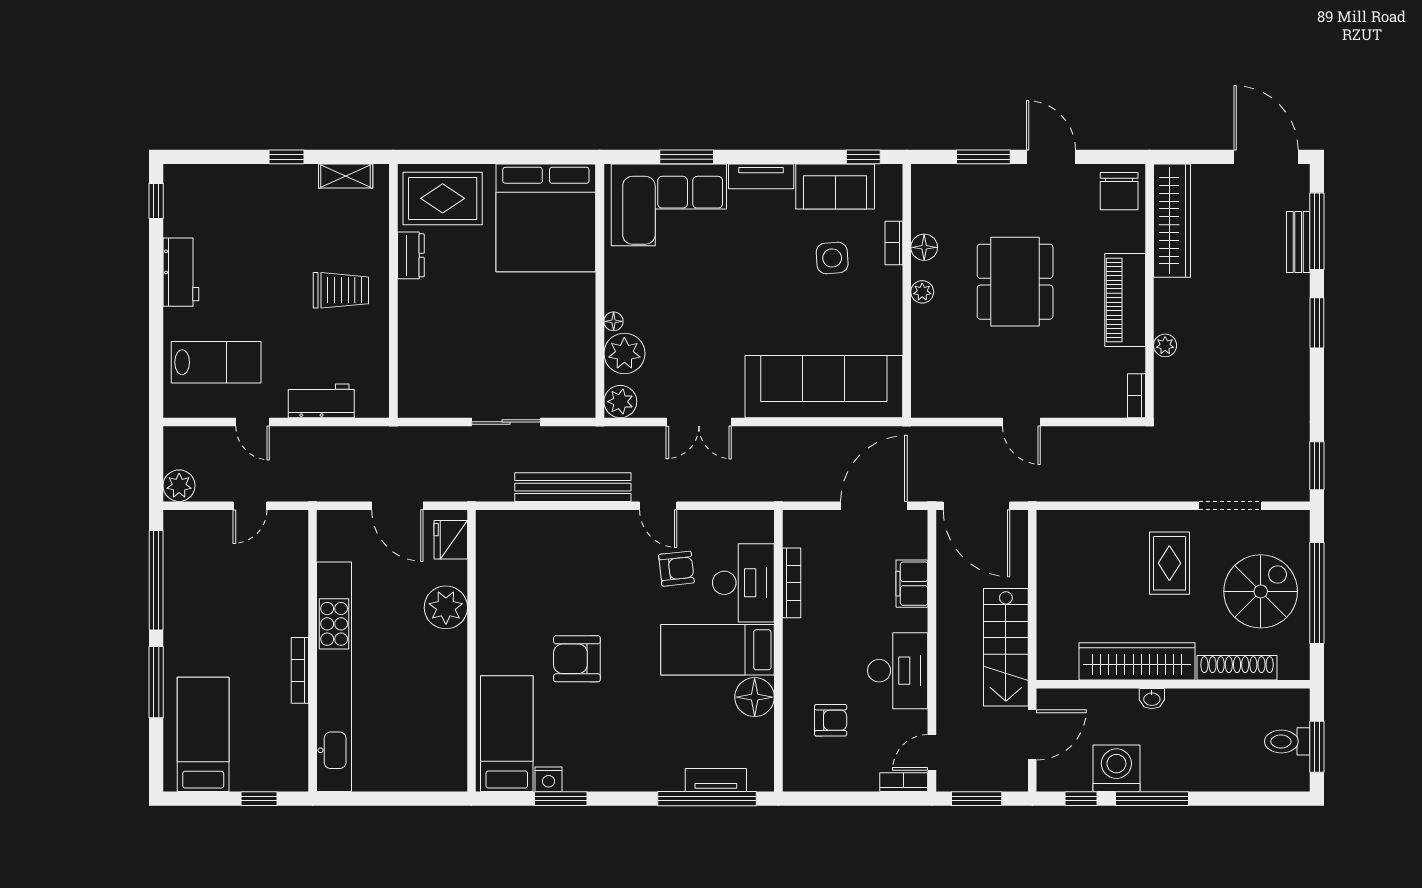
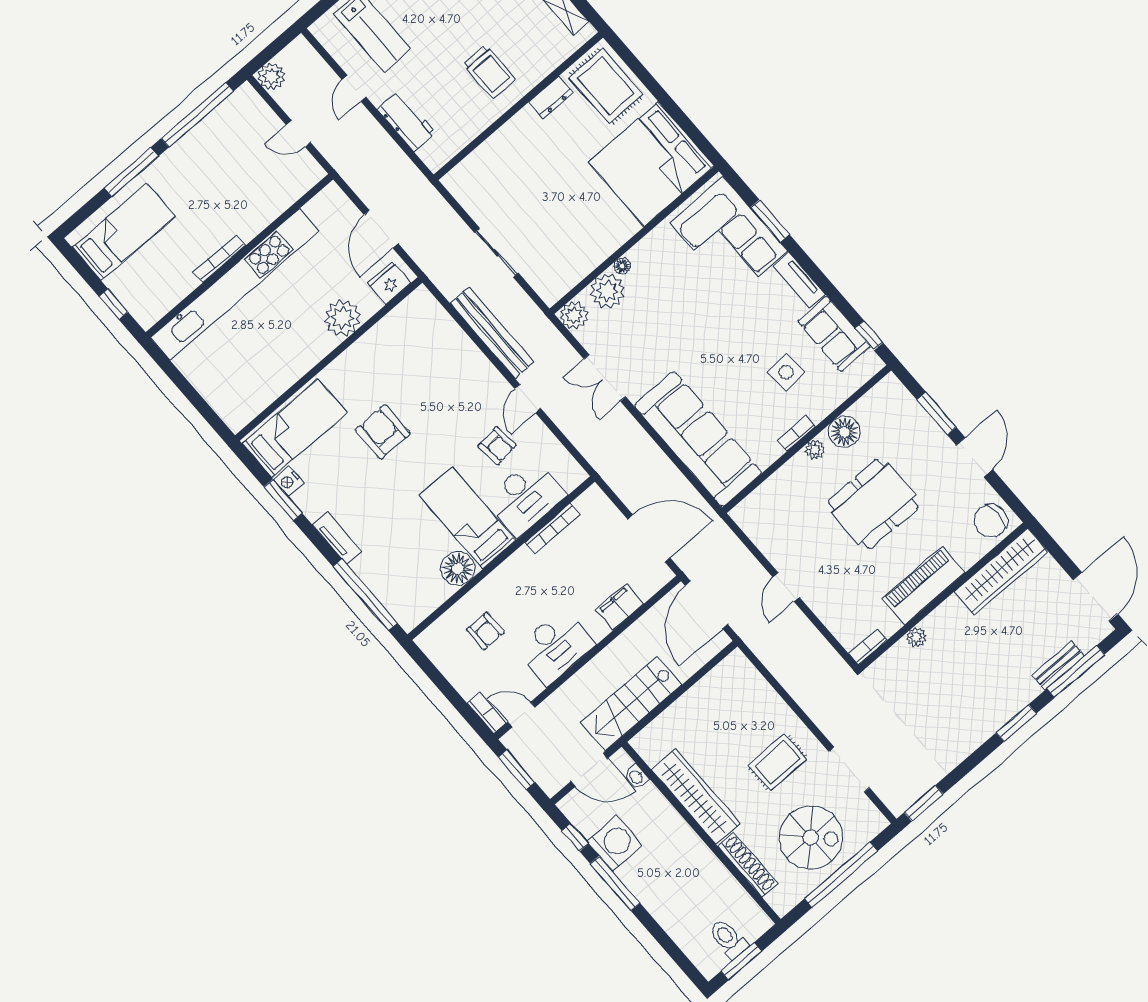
bookcase: (894, 243) -> (796, 434), moved
floor lamp: (924, 247) -> (844, 432), width x1.38, depth x1.38
washbasin: (1152, 699) -> (636, 777), moved
tv unit: (716, 780) -> (337, 538), moved

